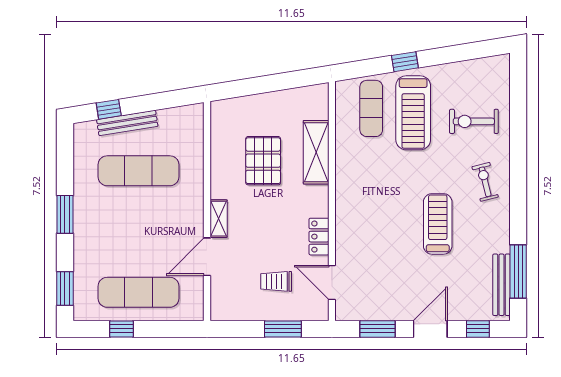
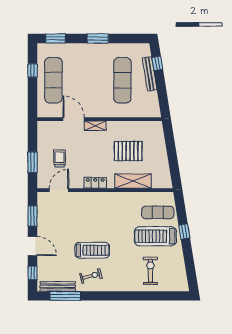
exercise bike: (485, 182) -> (91, 276), moved
locker: (319, 237) -> (95, 183), moved

